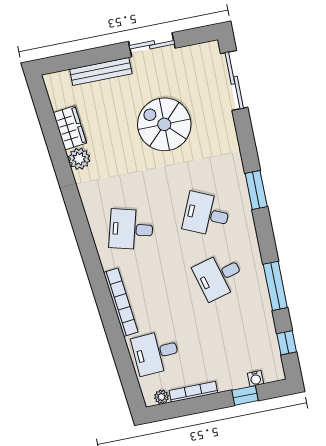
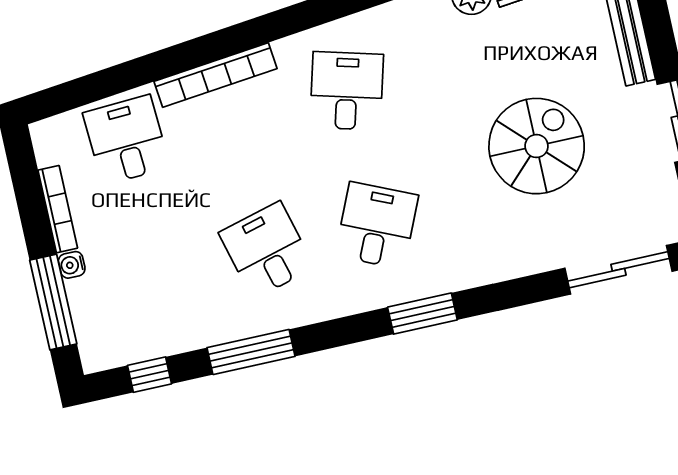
water cooler: (256, 378) -> (72, 265), moved
window: (245, 395) -> (53, 302), width x2.17
plant: (161, 397) -> (47, 152), removed

